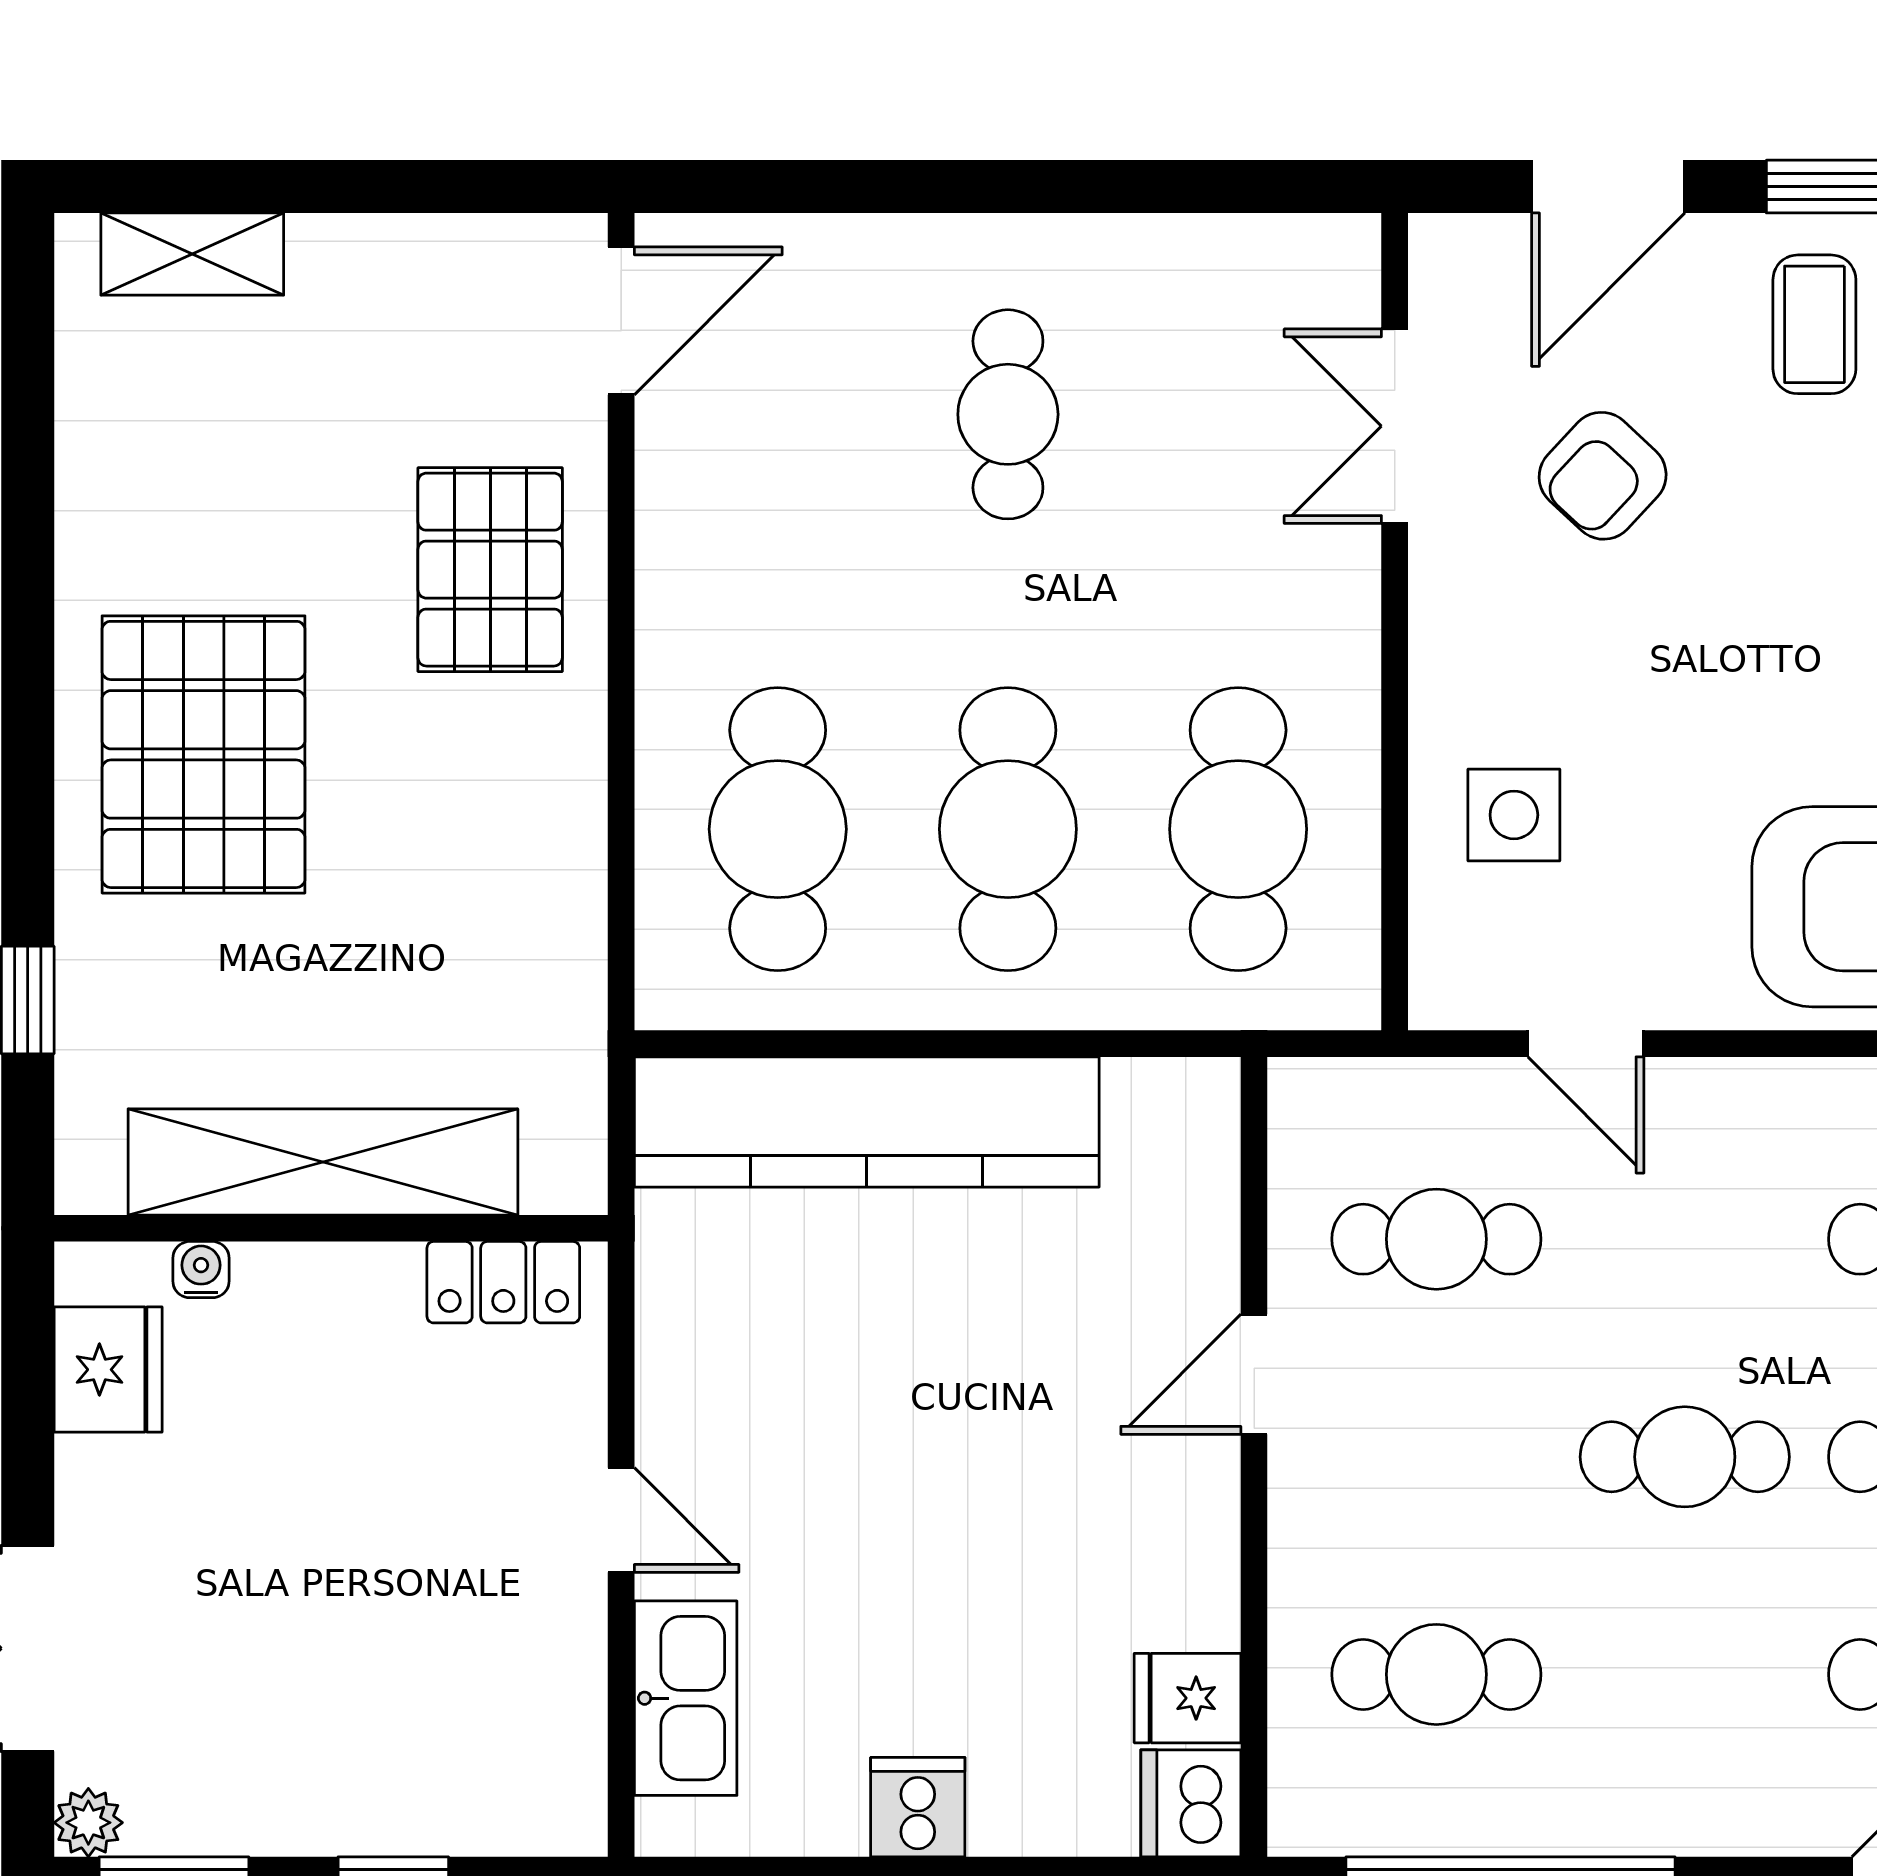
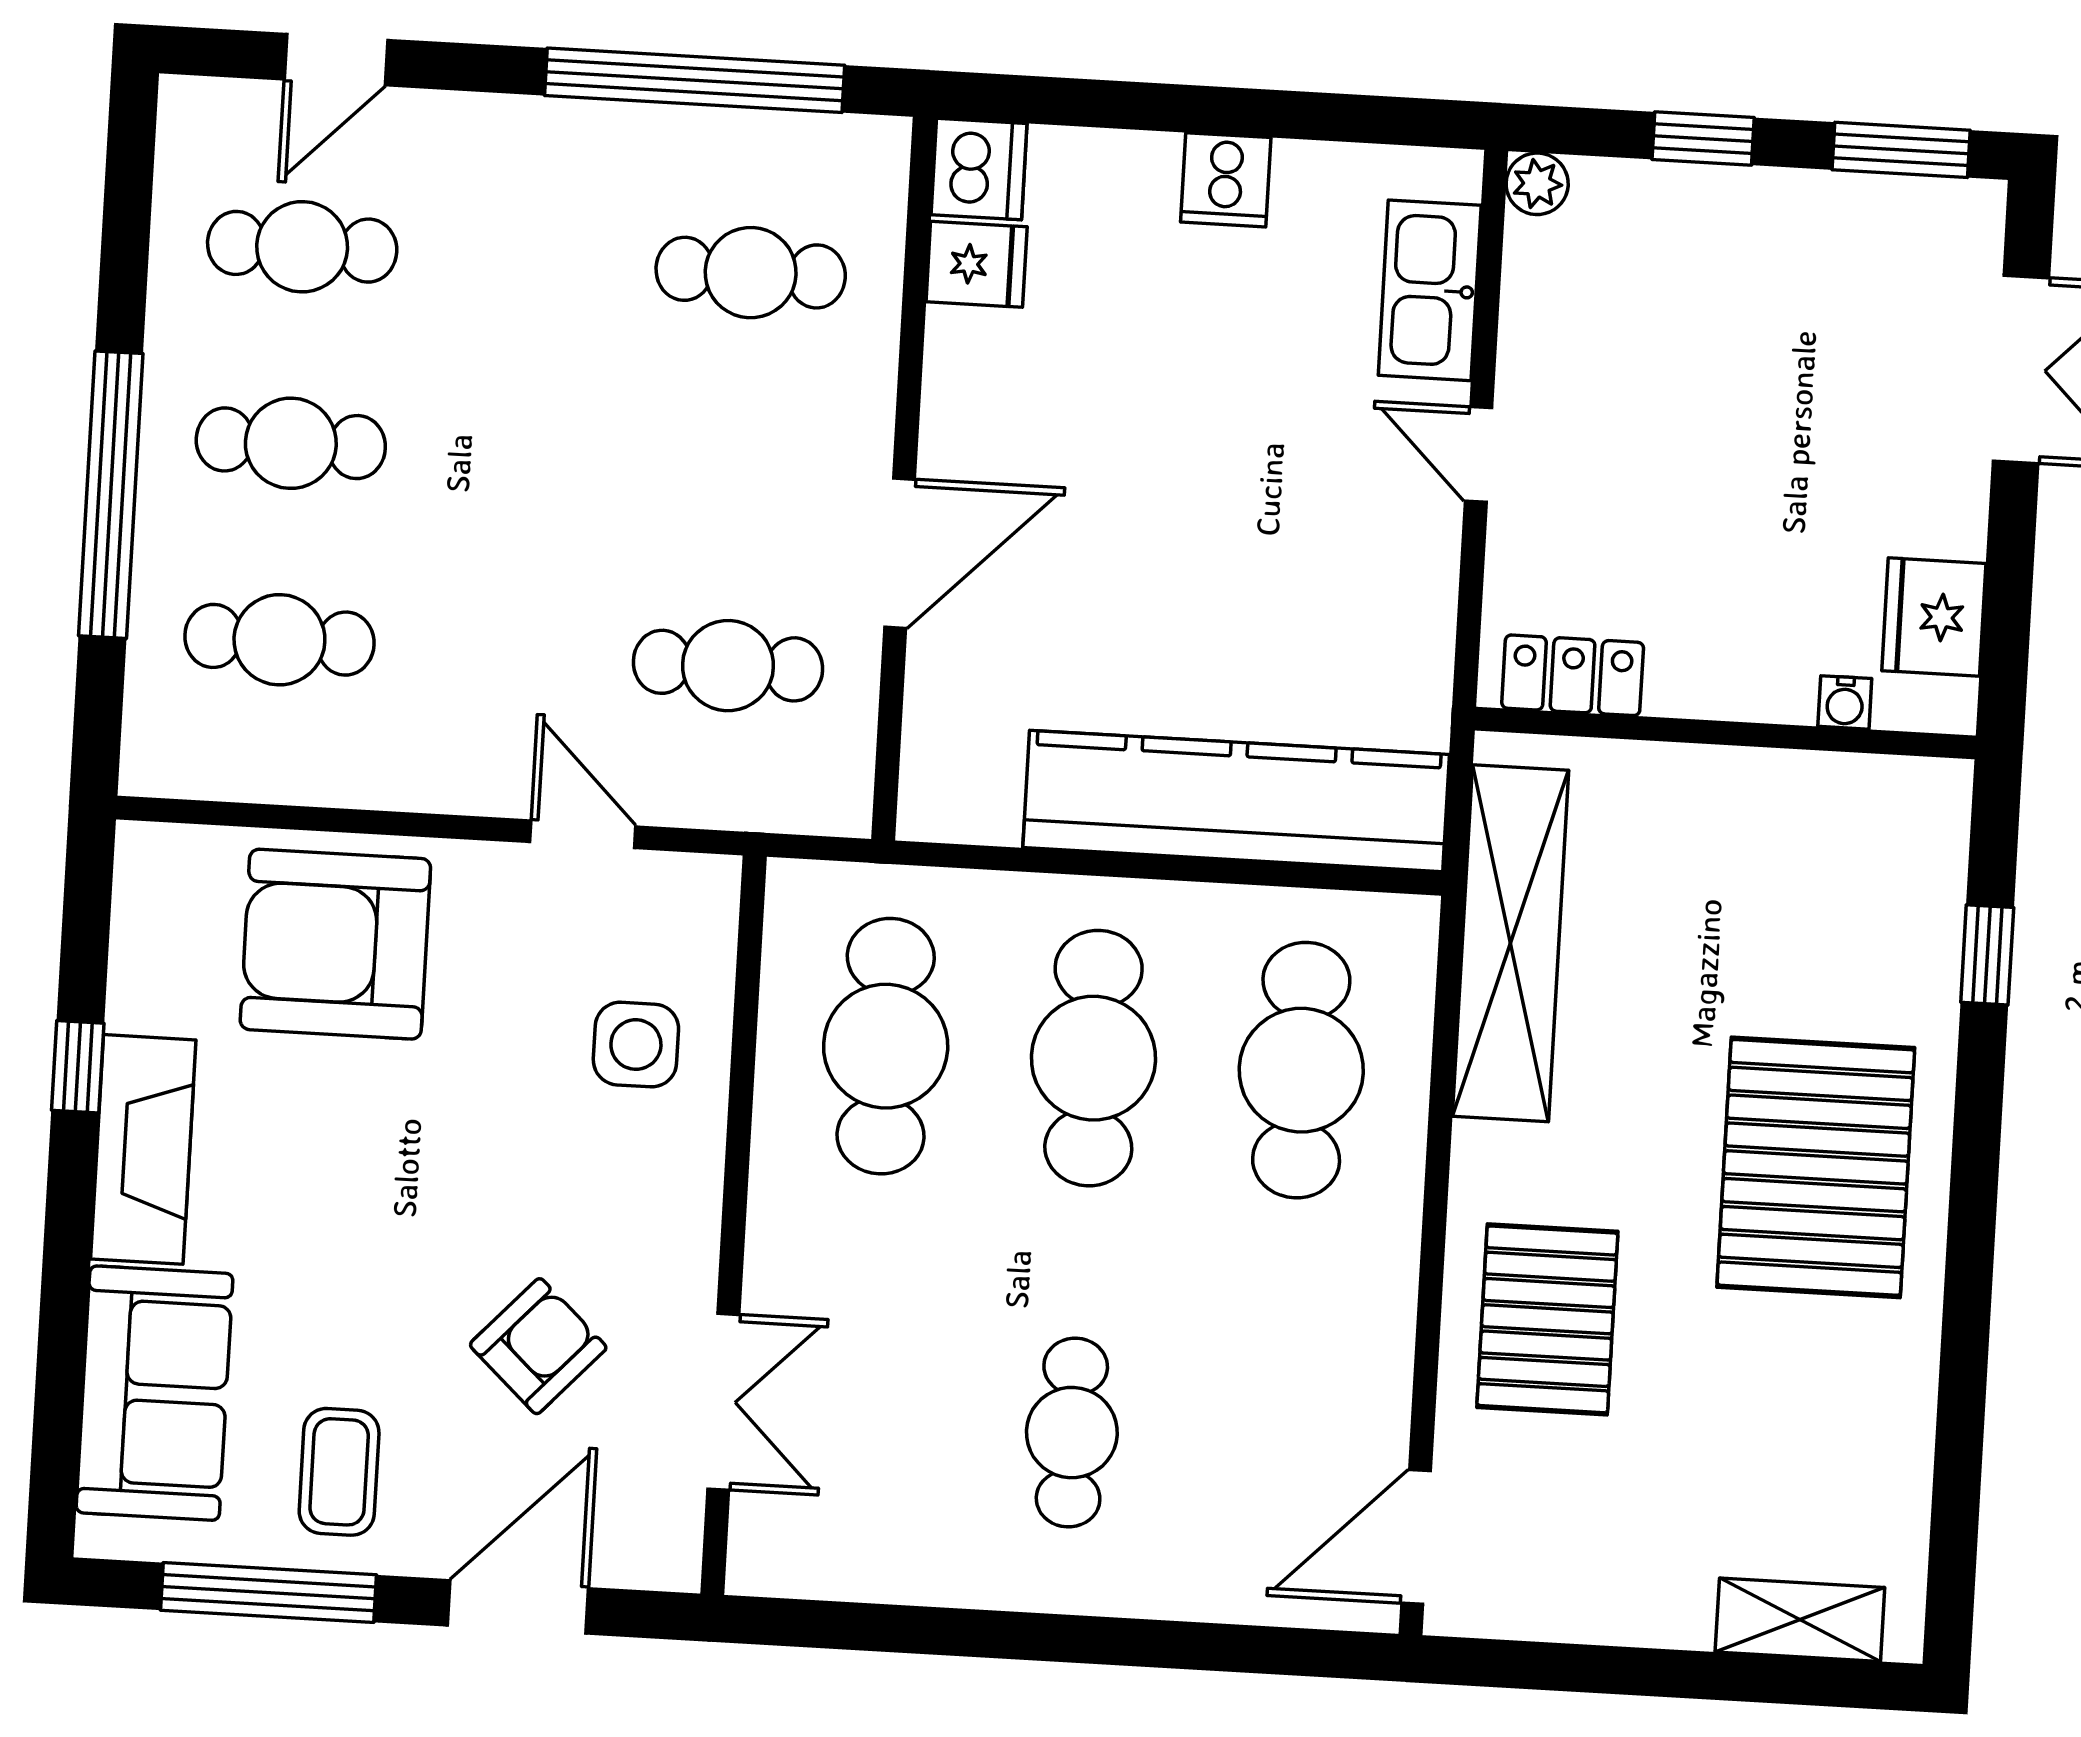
shelving: (323, 1162) -> (1511, 943), moved, turned 90
door: (1254, 1374) -> (900, 553), width x1.38
cafe table: (1685, 1457) -> (515, 456), removed
plant: (88, 1823) -> (1537, 184), moved

